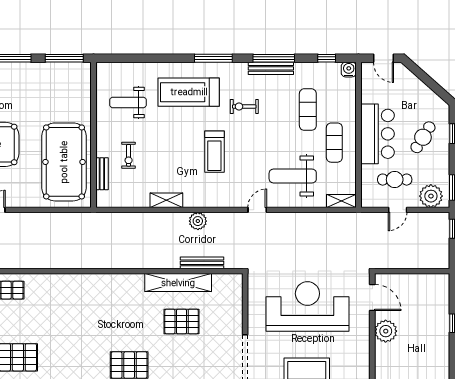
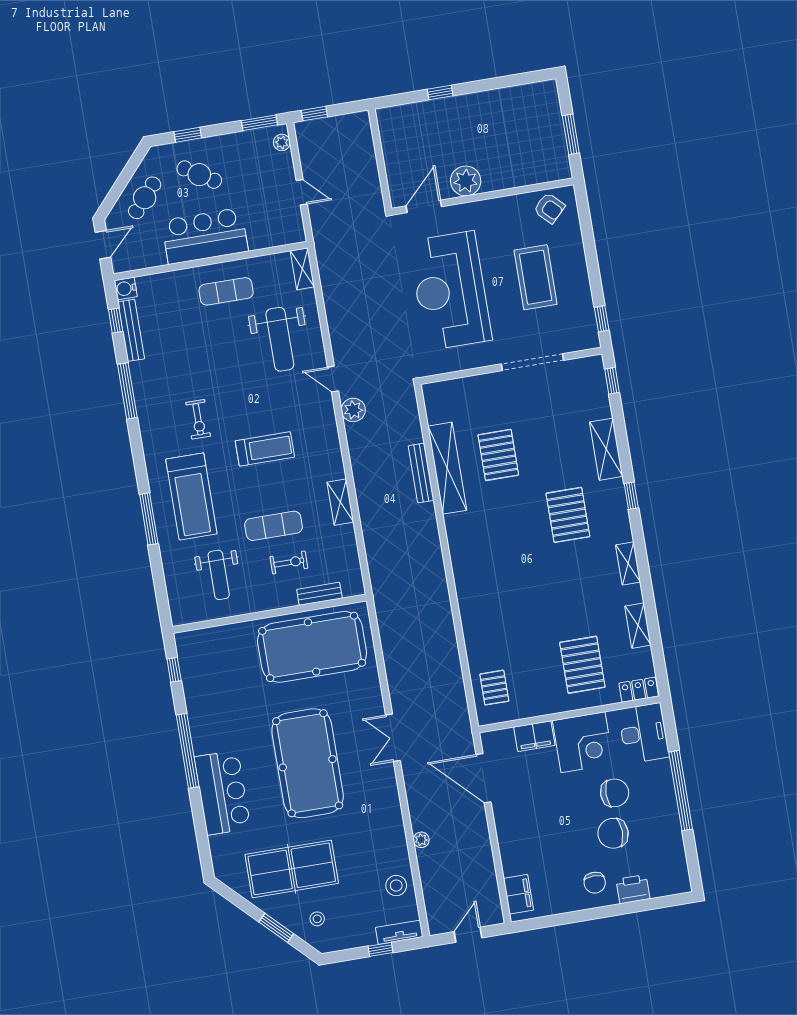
window: (64, 58) -> (174, 670), width x0.46
window: (213, 58) -> (149, 519), moved
bench: (271, 68) -> (131, 330), moved
exercise mat: (308, 110) -> (274, 526), moved
cafe table: (395, 180) -> (145, 198), moved, turned 41
plant: (431, 196) -> (282, 142), width x0.53, depth x0.53
plant: (198, 221) -> (353, 410), moved
bench: (202, 263) -> (421, 473), moved

